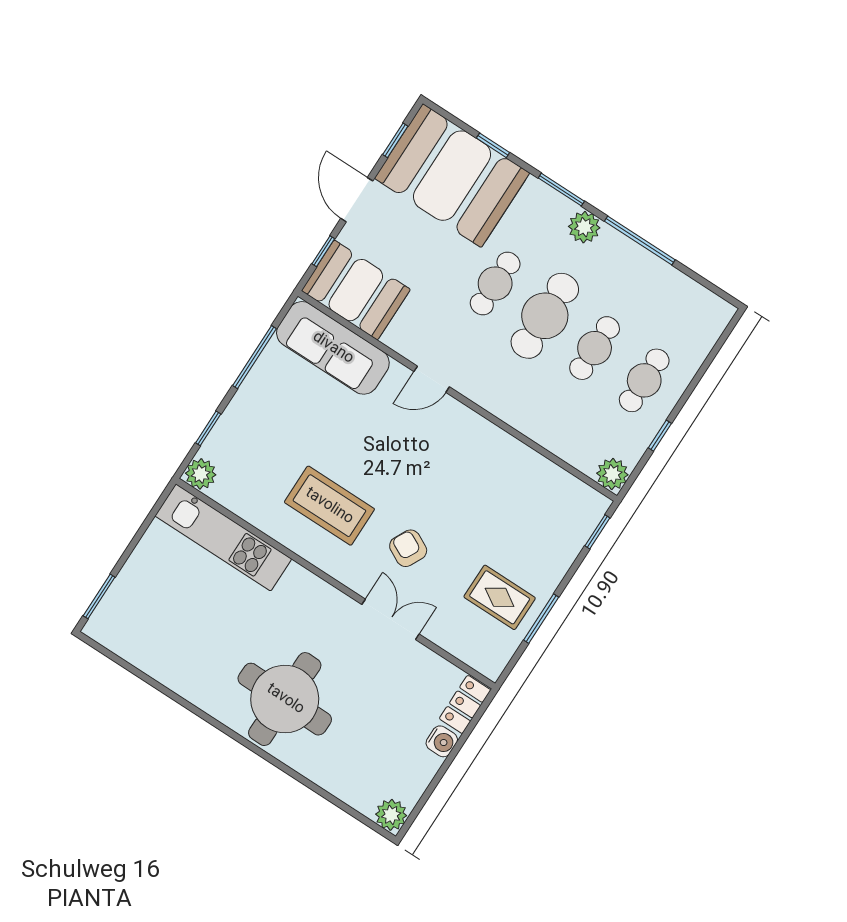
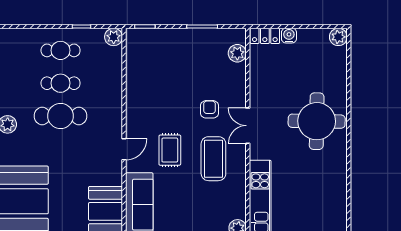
cafe table: (495, 284) -> (61, 149), removed
door: (432, 379) -> (124, 149), hinge flipped
armchair: (408, 548) -> (209, 109), turned 153
rug: (500, 597) -> (170, 150), moved
double door: (390, 619) -> (248, 126), moved
plant: (466, 646) -> (237, 53), added

